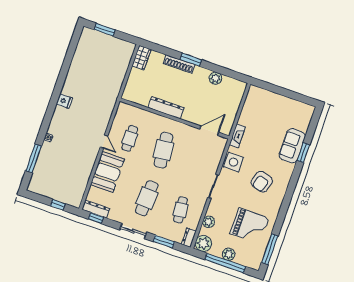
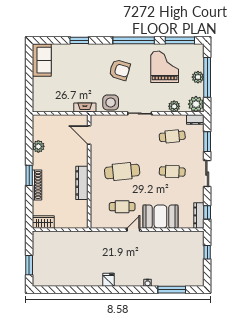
sofa: (292, 146) -> (42, 60), moved, turned -90
cafe table: (147, 198) -> (172, 171), width x0.73, depth x0.74
window: (285, 205) -> (134, 40), added

